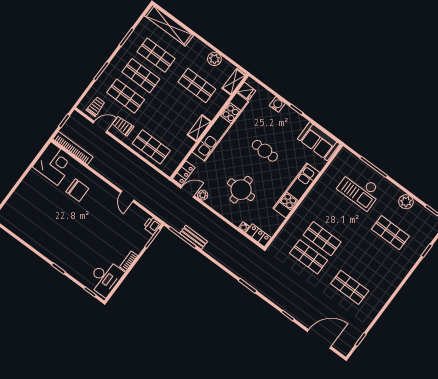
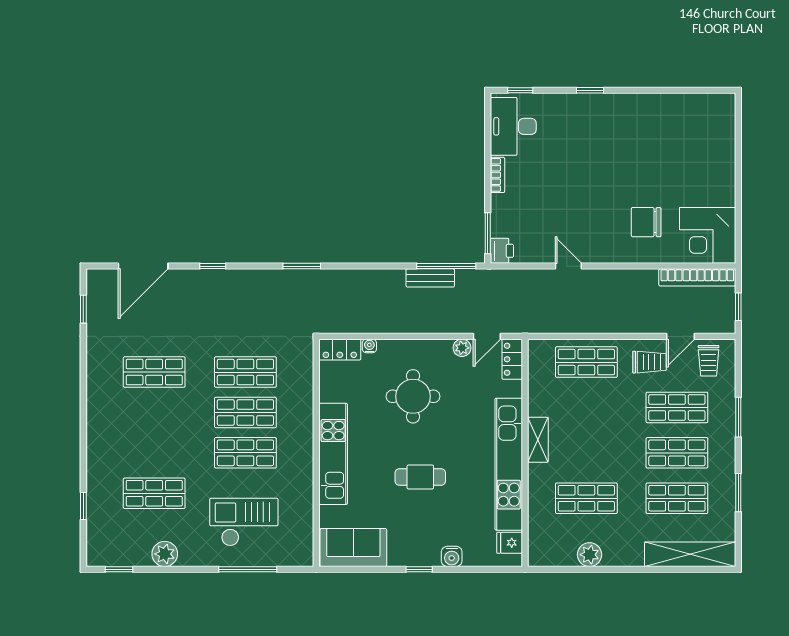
shelving: (234, 82) -> (538, 543), removed
shop shelf: (336, 220) -> (245, 453), added

